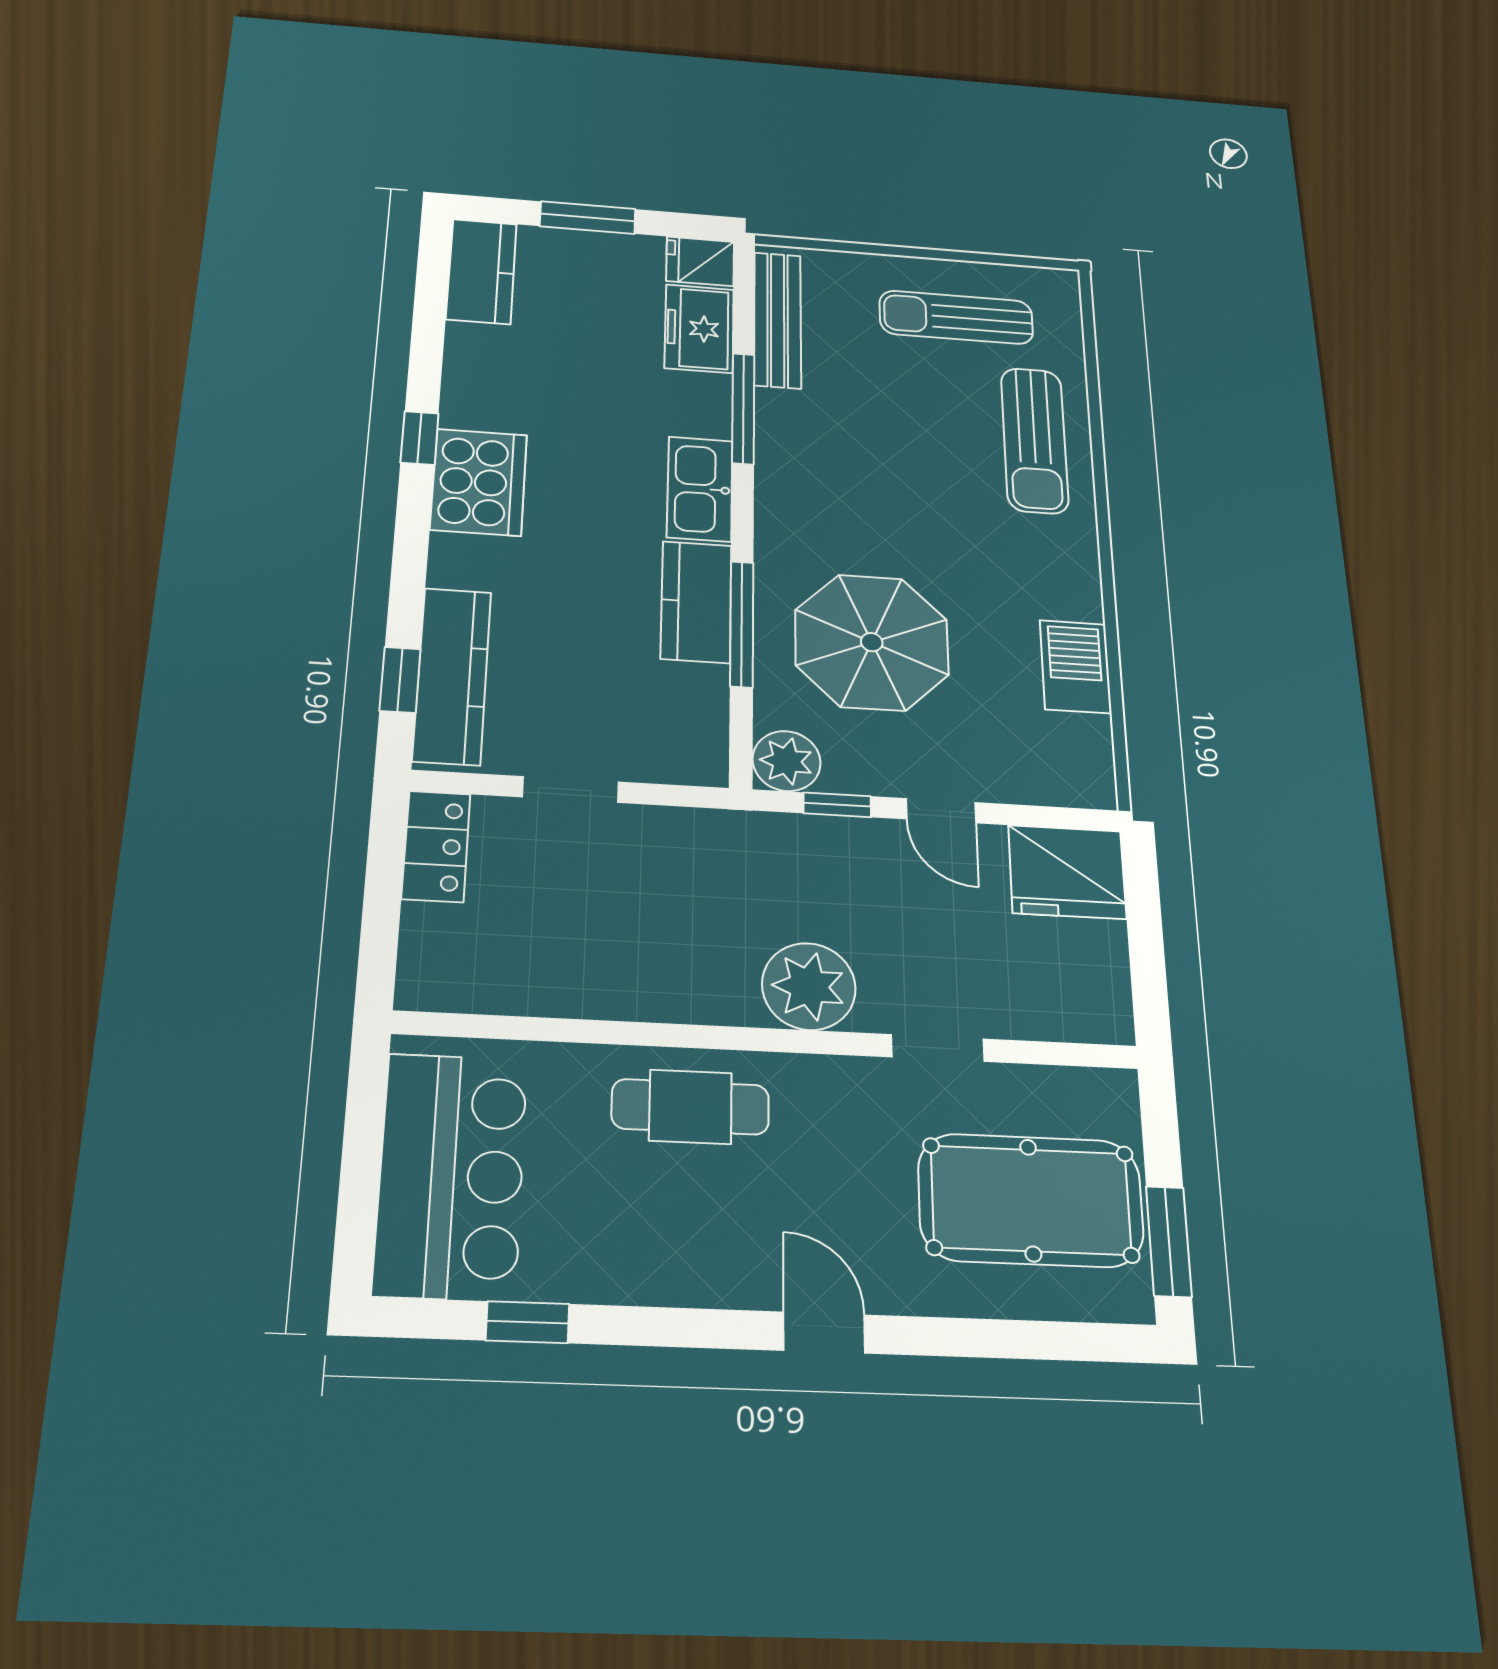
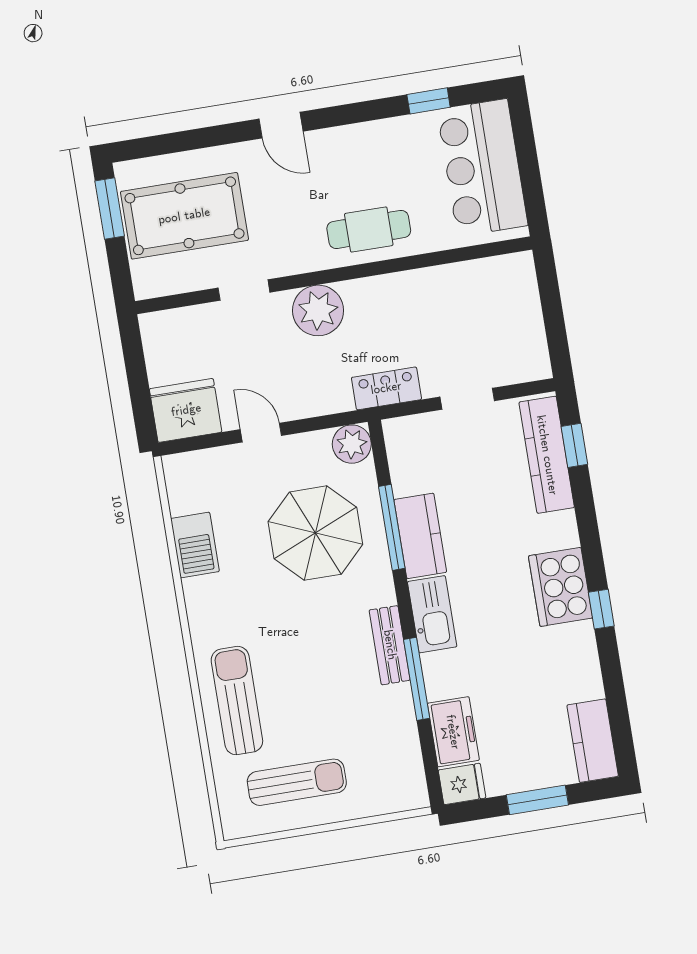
bench: (778, 320) -> (390, 645), moved, width x0.73
window: (837, 805) -> (319, 423), removed
locker: (436, 846) -> (386, 388), moved, turned 90

